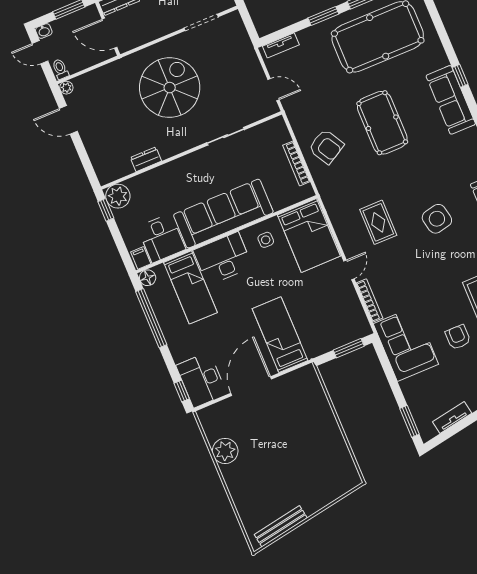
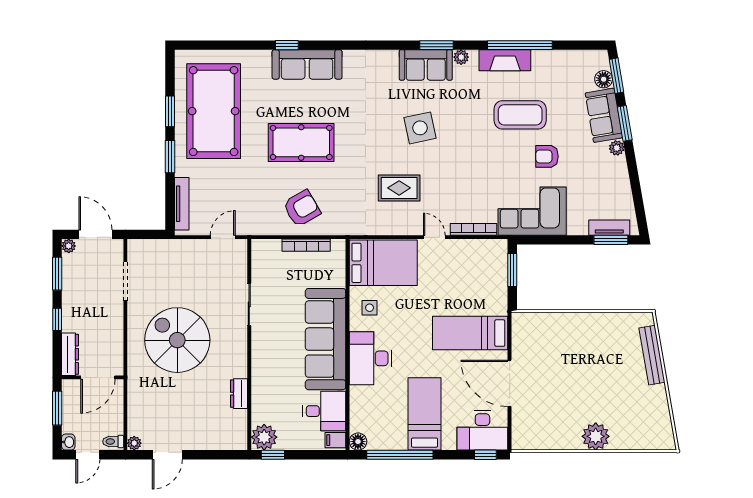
tv unit: (281, 45) -> (182, 204), width x1.41
bed: (190, 287) -> (425, 414), moved, turned -90
tv unit: (452, 417) -> (609, 228), moved, turned 100
plant: (225, 451) -> (596, 436), moved
bench: (281, 526) -> (652, 355), moved

